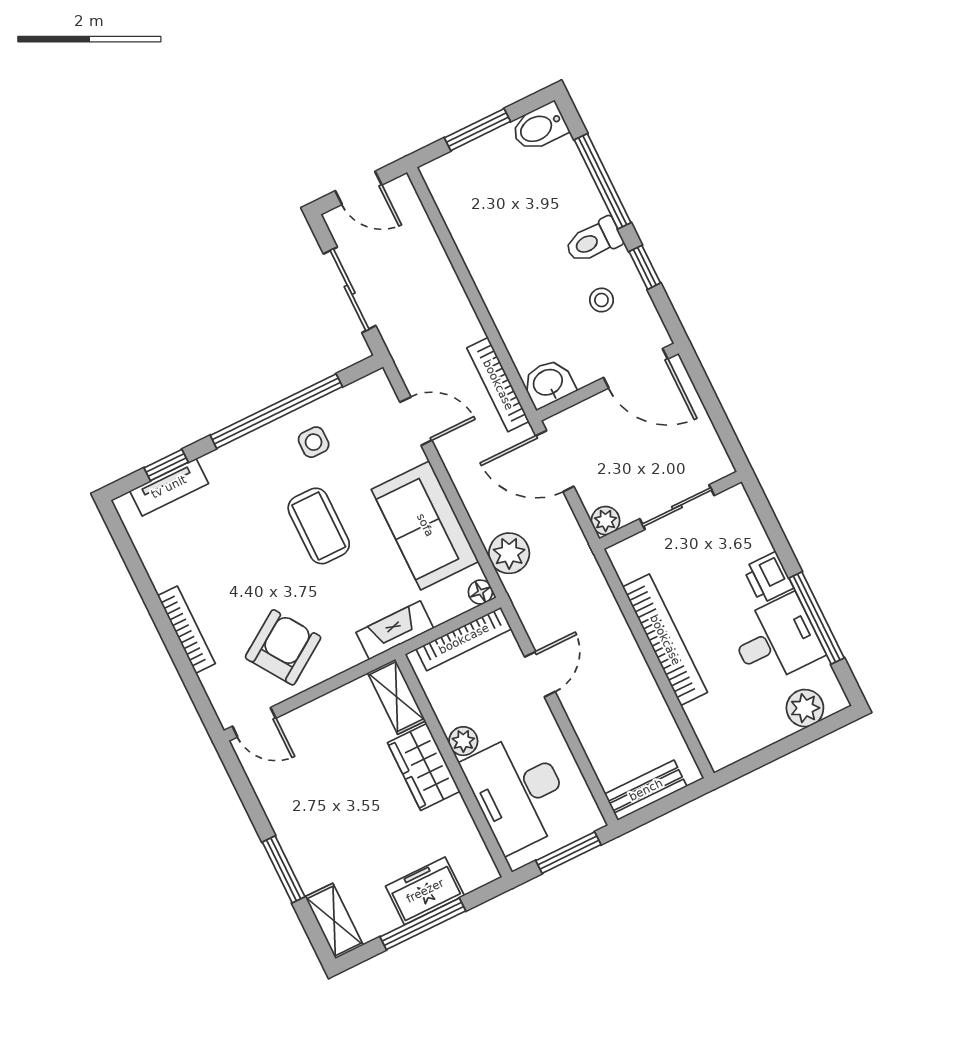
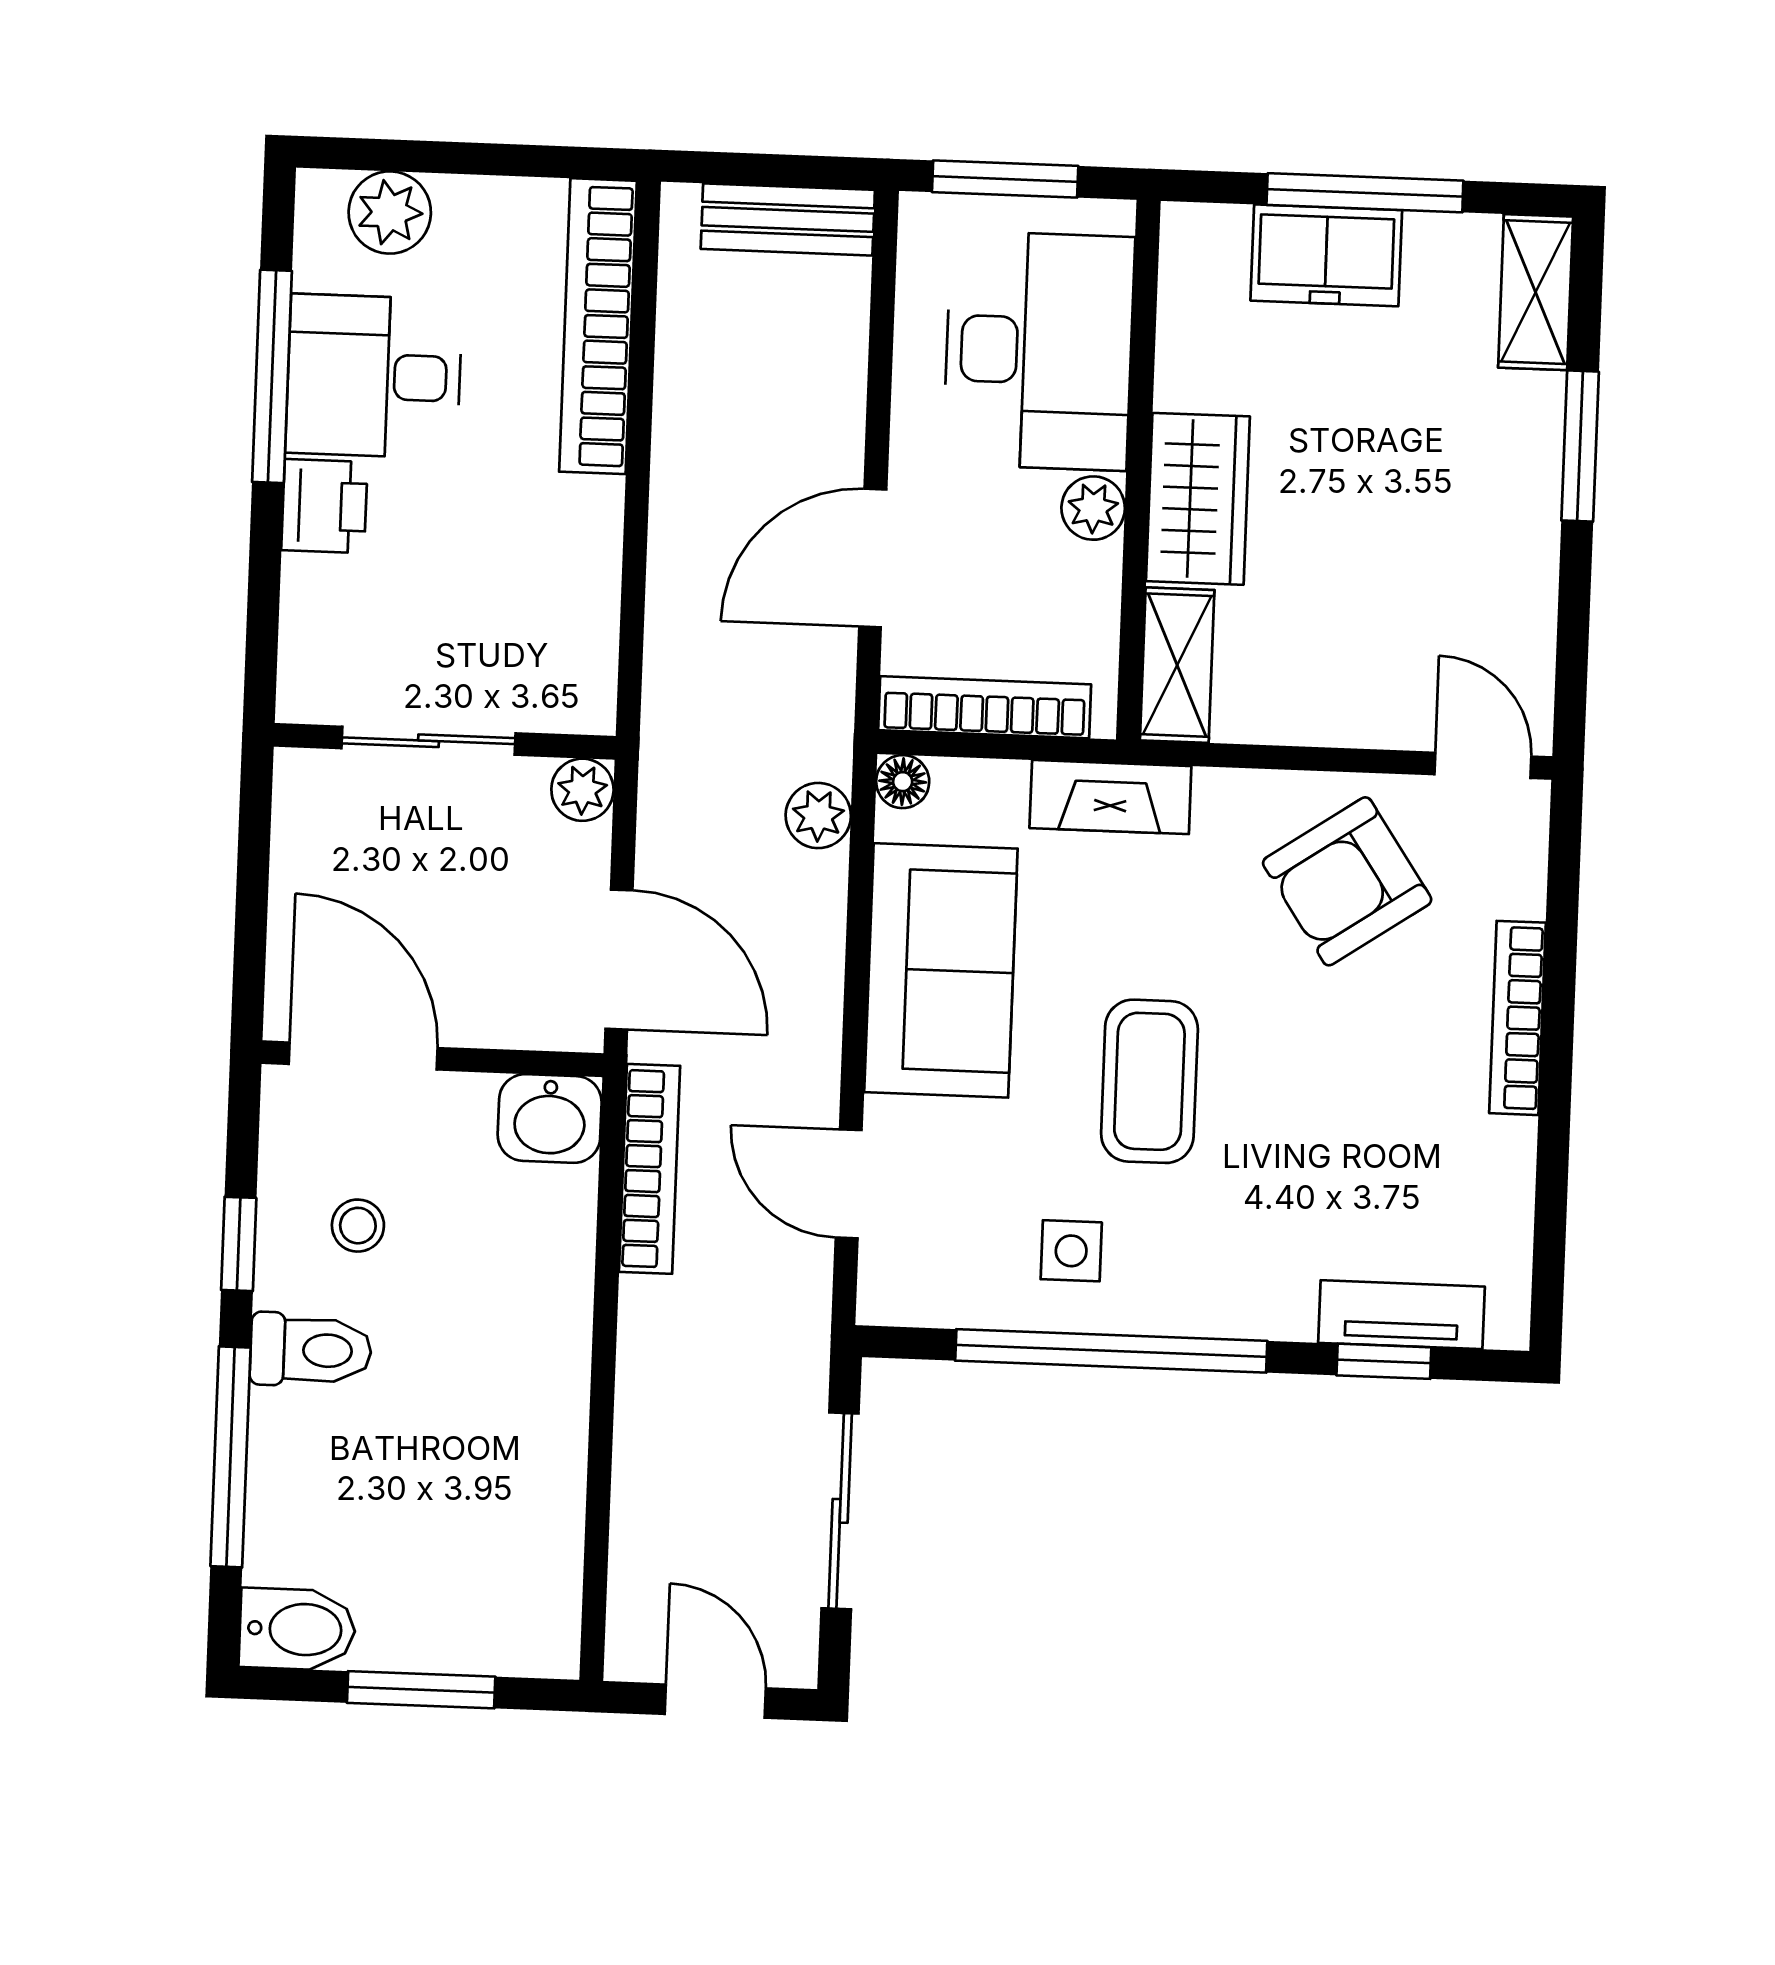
plant: (509, 553) -> (818, 816), width x0.73, depth x0.73
bookcase: (665, 640) -> (598, 326), moved
door: (540, 674) -> (873, 558), width x1.38

